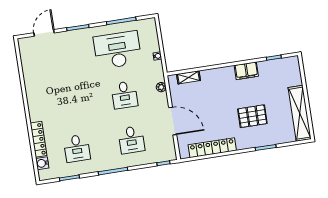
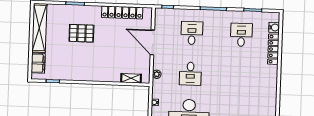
filing cabinet: (246, 71) -> (38, 63), moved, turned 90
desk: (124, 95) -> (190, 74), turned 180

